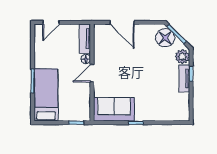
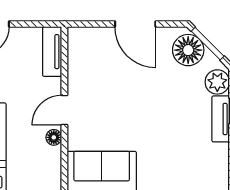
door: (122, 22) -> (135, 24), moved
floor lamp: (86, 59) -> (54, 137), moved

